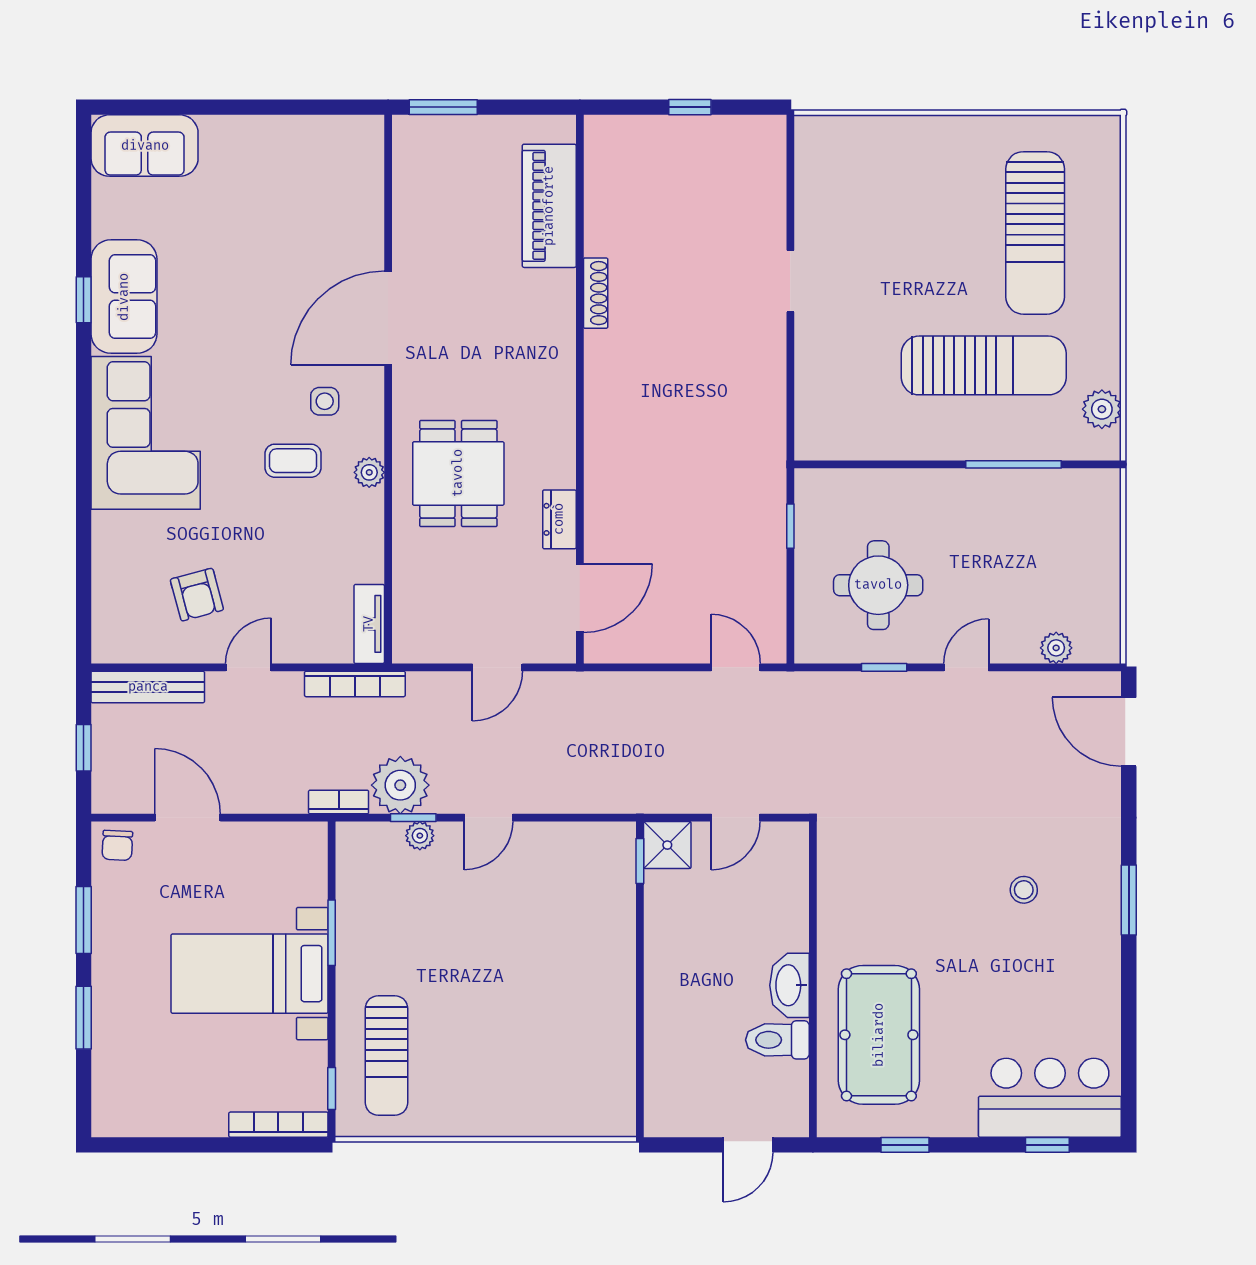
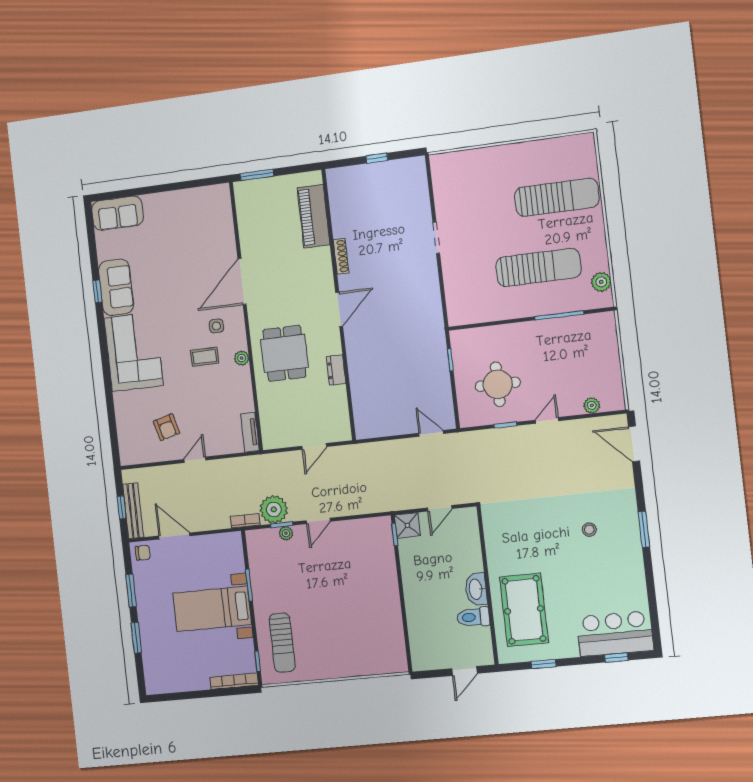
sun lounger: (1035, 233) -> (557, 197), turned -90
door: (580, 598) -> (339, 309), moved
bookcase: (355, 684) -> (246, 462), removed
bench: (148, 687) -> (133, 511), moved, turned 90
chair: (117, 845) -> (143, 553), turned -93

